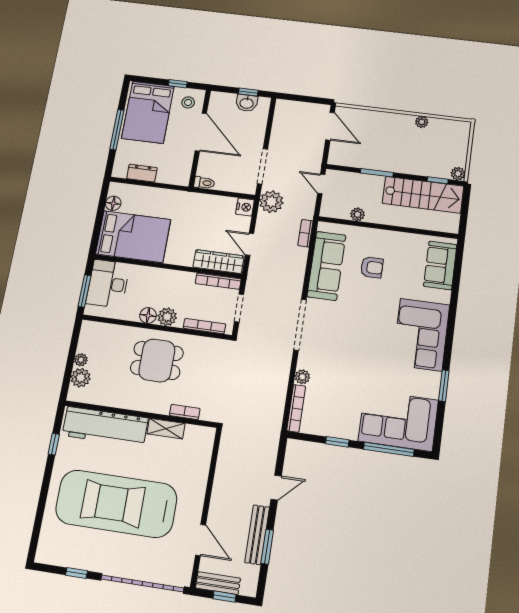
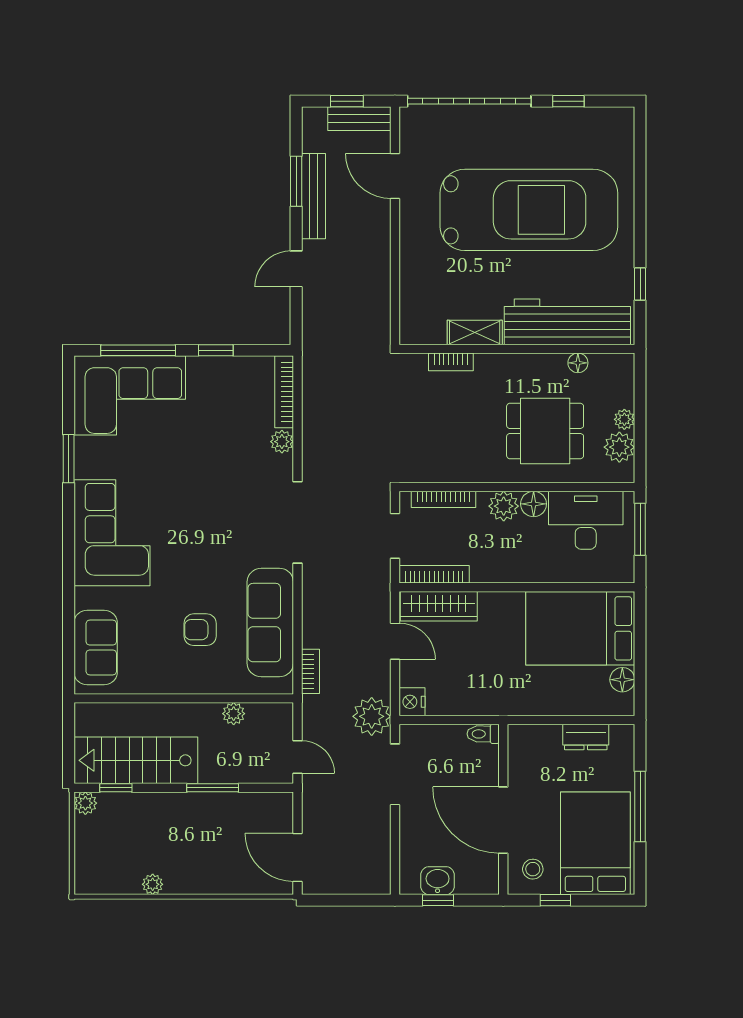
desk: (108, 284) -> (586, 520), moved, turned -90
dining table: (157, 360) -> (545, 431), moved
plant: (81, 378) -> (619, 447), moved
floor lamp: (103, 399) -> (578, 363), added

